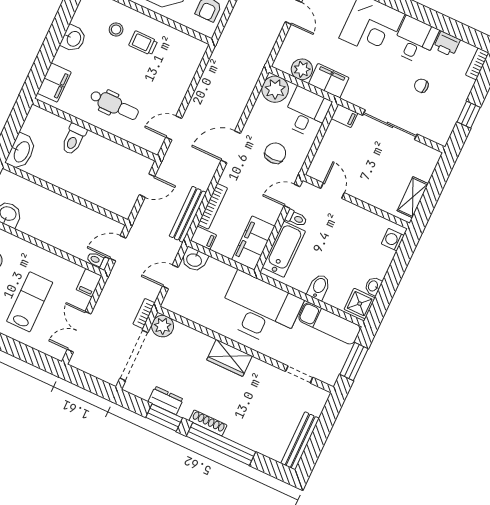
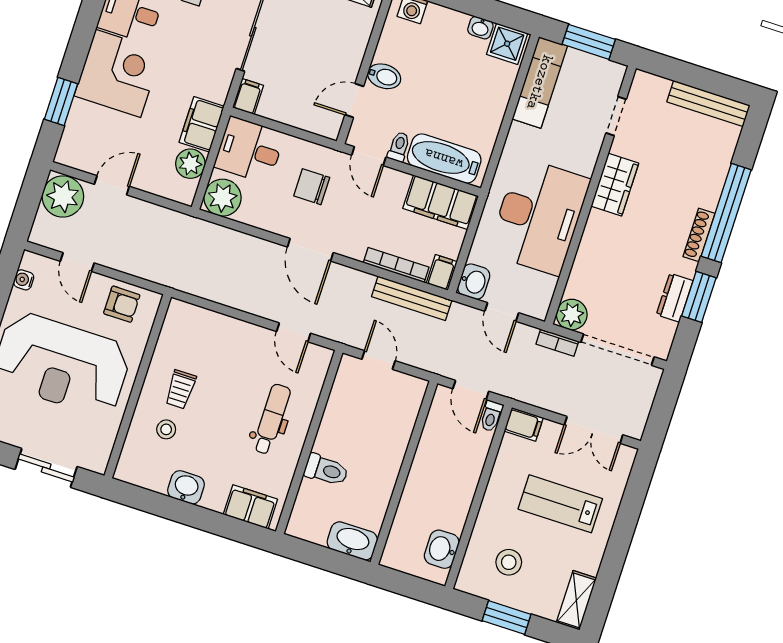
bidet: (319, 287) -> (384, 76), moved, turned 180
desk: (260, 309) -> (539, 216), moved, turned 180
wardrobe: (229, 358) -> (615, 185), moved

